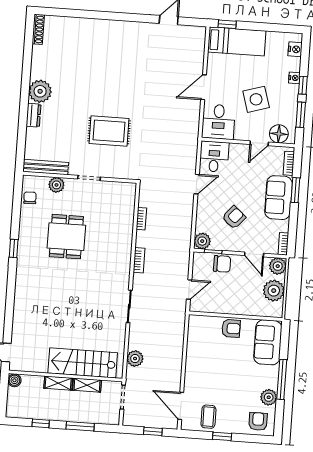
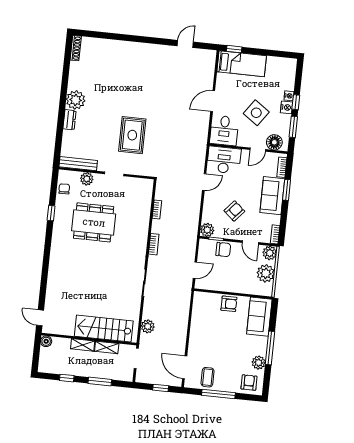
nightstand: (295, 49) -> (287, 107), moved
side table: (256, 99) -> (256, 113), turned -38
rug: (109, 131) -> (132, 135), turned 90
desk: (214, 157) -> (224, 160), width x1.37
dining table: (66, 237) -> (94, 222), width x1.37
window: (14, 248) -> (51, 213), moved
window: (222, 436) -> (218, 394), width x2.17

